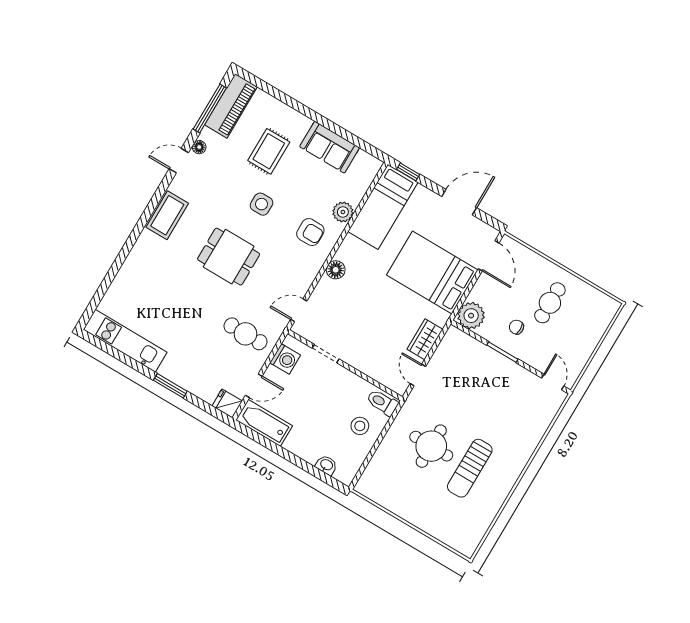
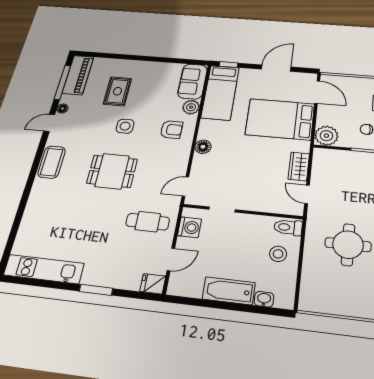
sofa: (330, 147) -> (192, 81), moved, turned 90
bathtub: (264, 423) -> (229, 291), moved

